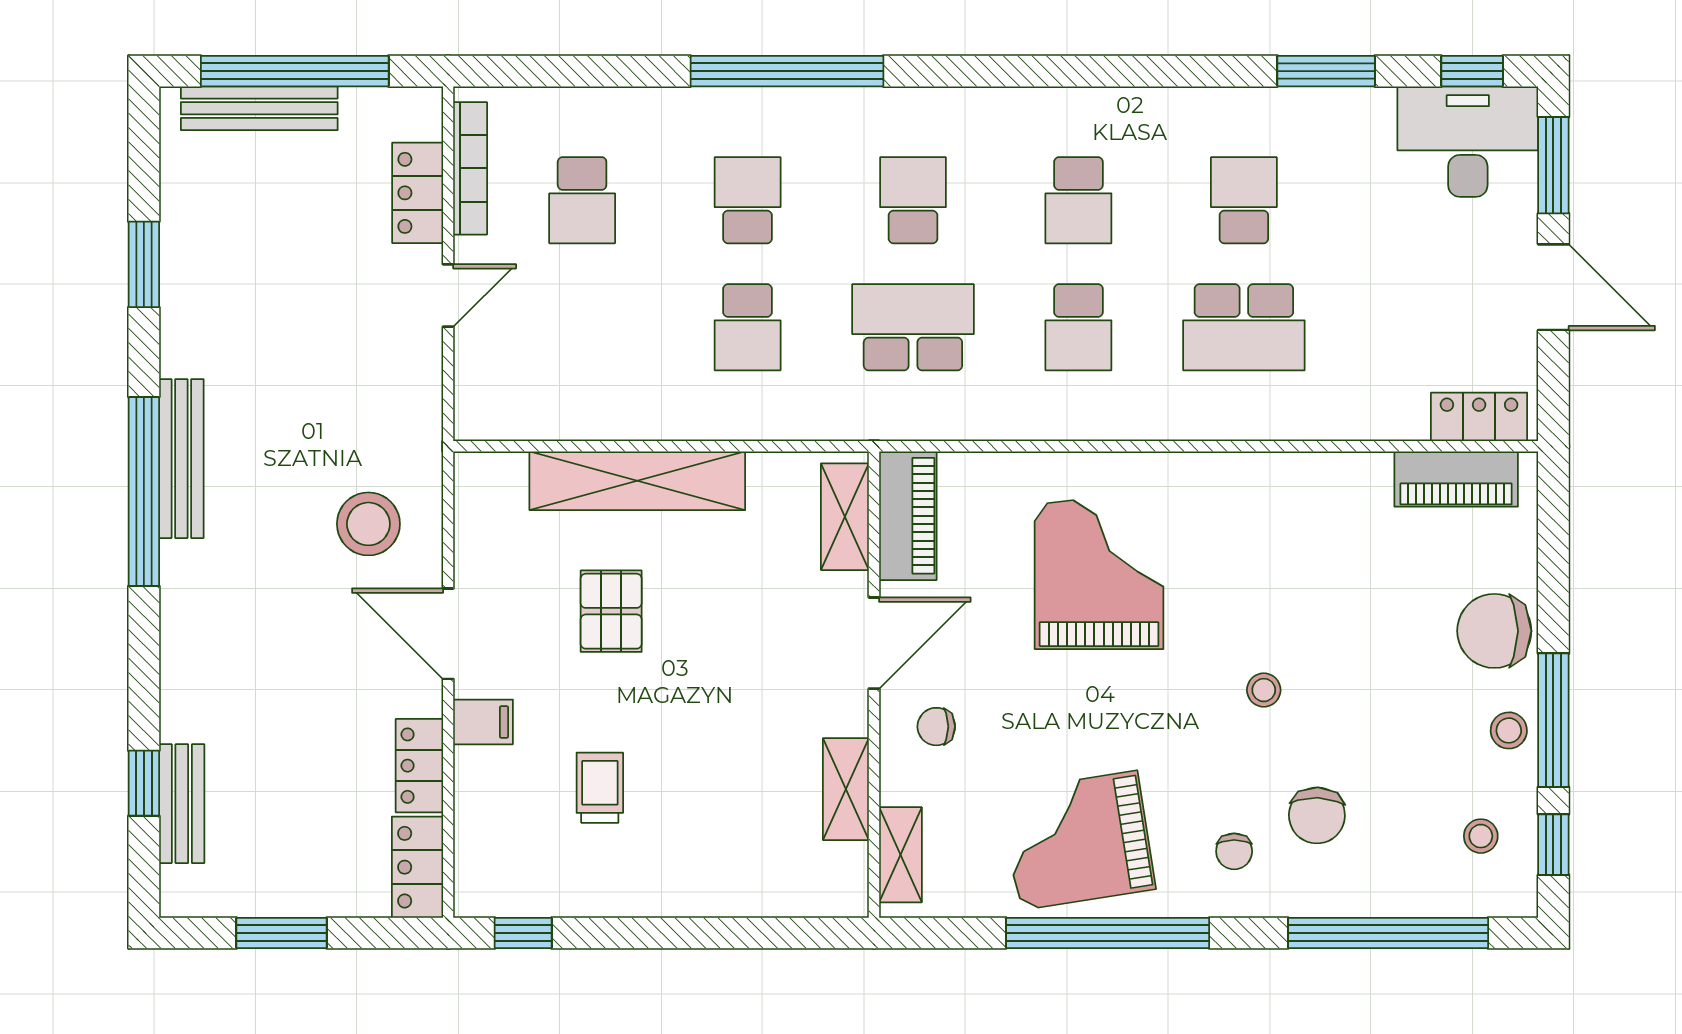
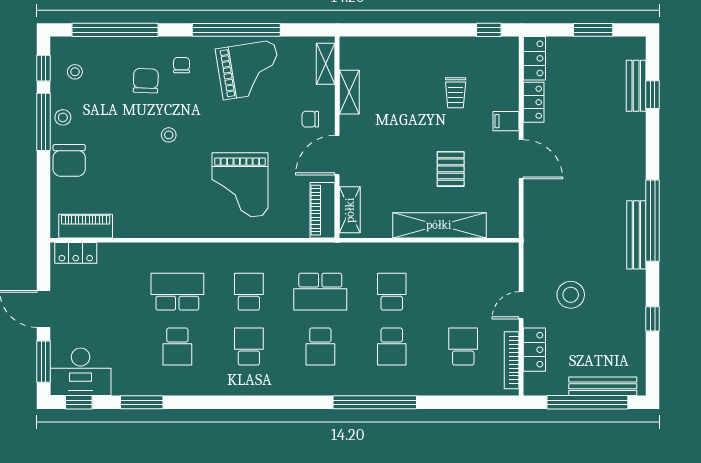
window: (144, 264) -> (653, 319), width x0.67
stool: (368, 524) -> (571, 295), moved
chair: (1494, 631) -> (69, 160), turned 90
chair: (936, 727) -> (310, 119), turned 180

